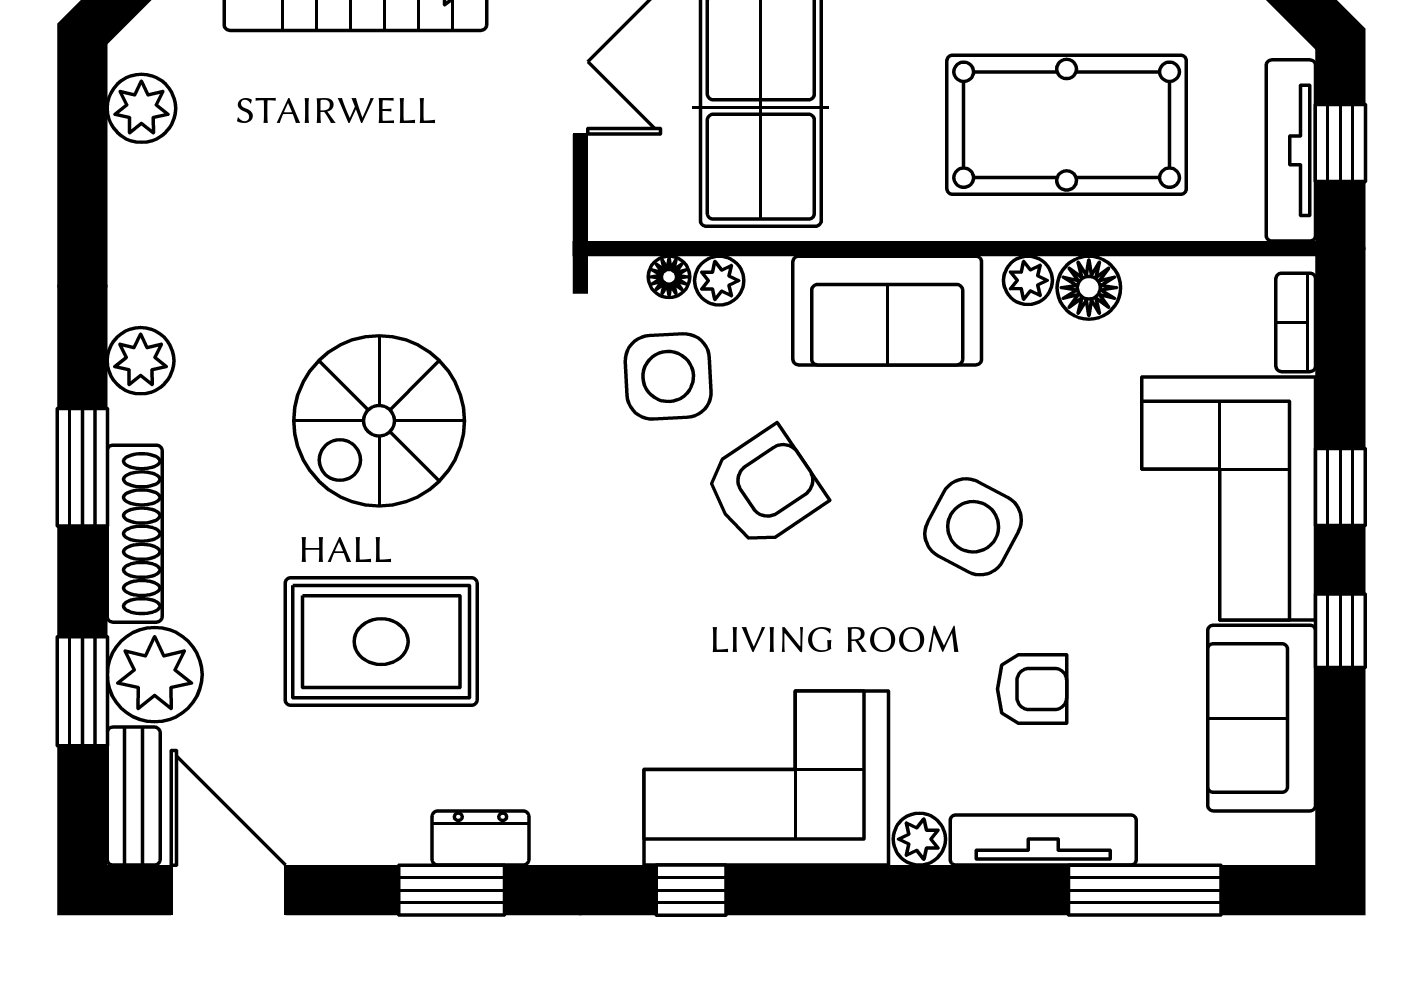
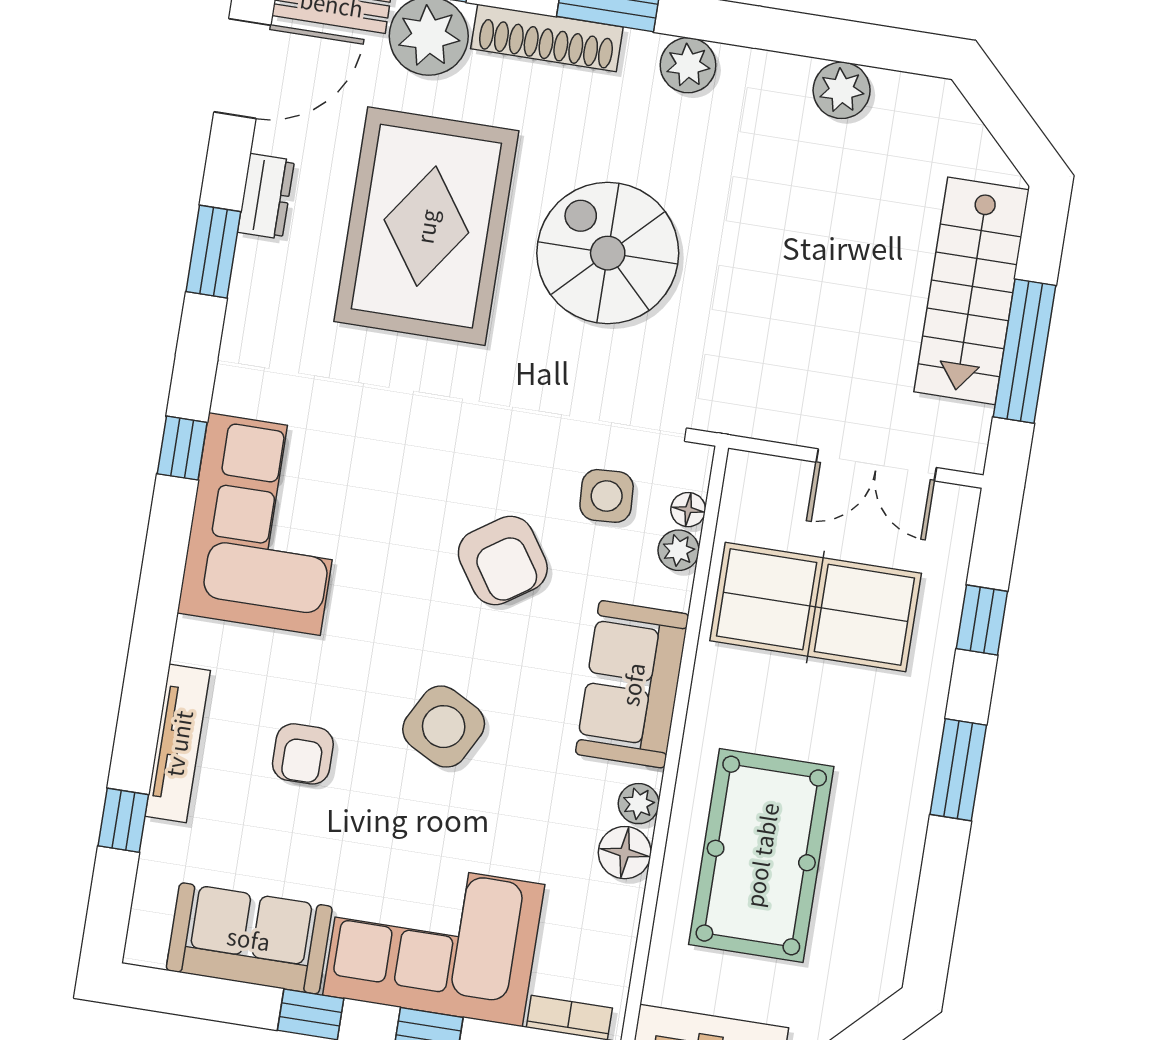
plant: (141, 108) -> (842, 90), moved
side table: (668, 376) -> (607, 496), width x0.73, depth x0.73
rug: (381, 642) -> (426, 226), width x1.37, depth x1.44
dresser: (480, 838) -> (266, 196), moved
plant: (919, 839) -> (194, 642), removed
window: (1145, 890) -> (123, 820), width x0.46

